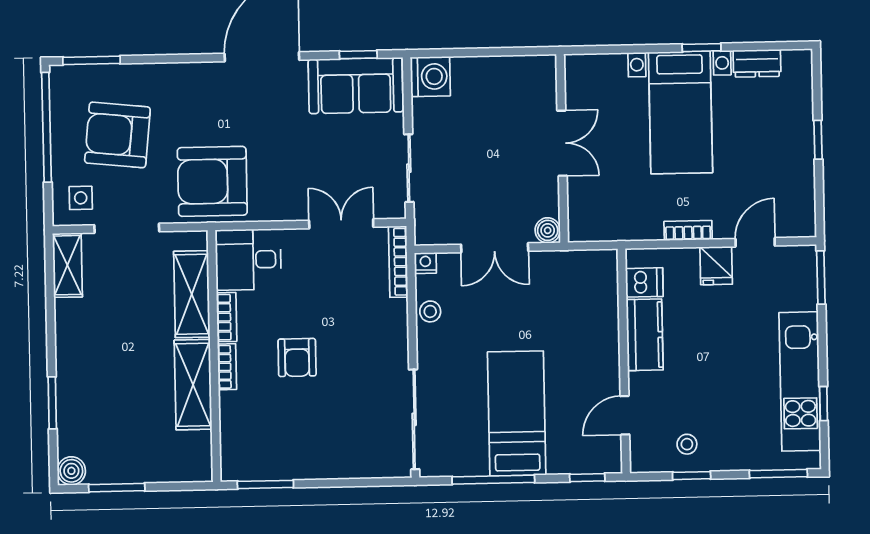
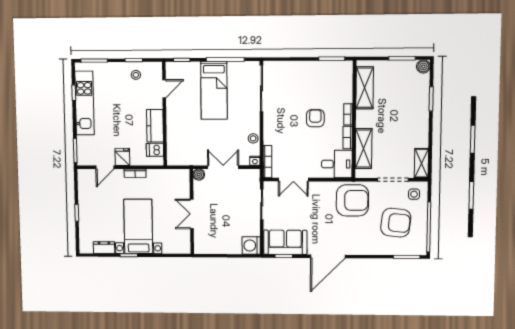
shelving: (193, 385) -> (365, 88), moved

